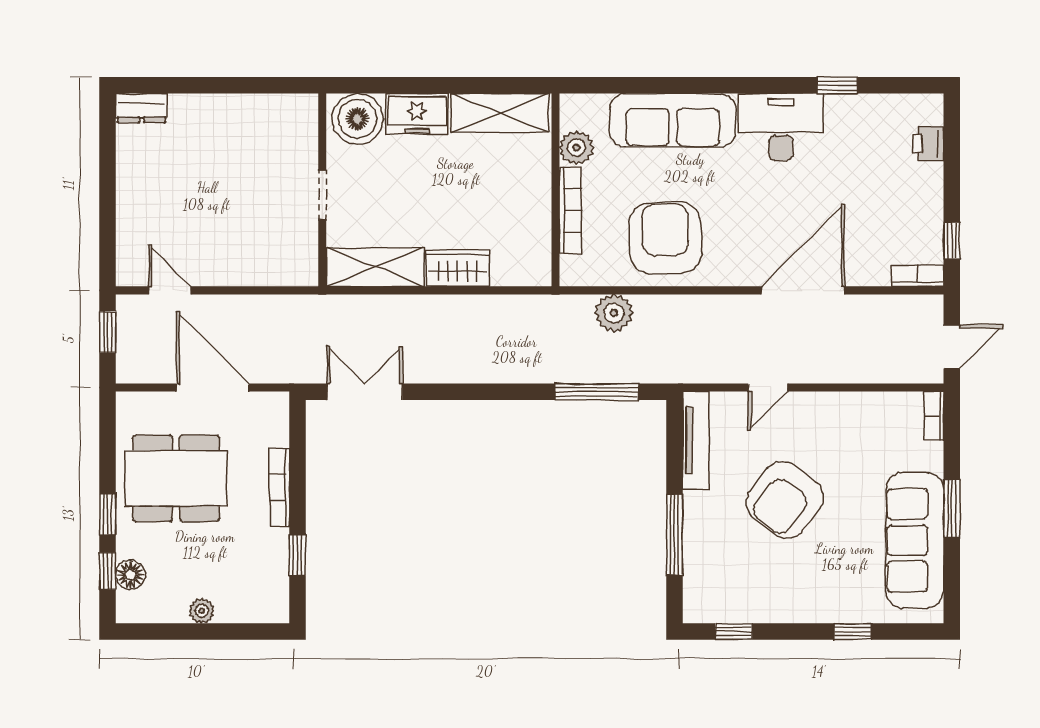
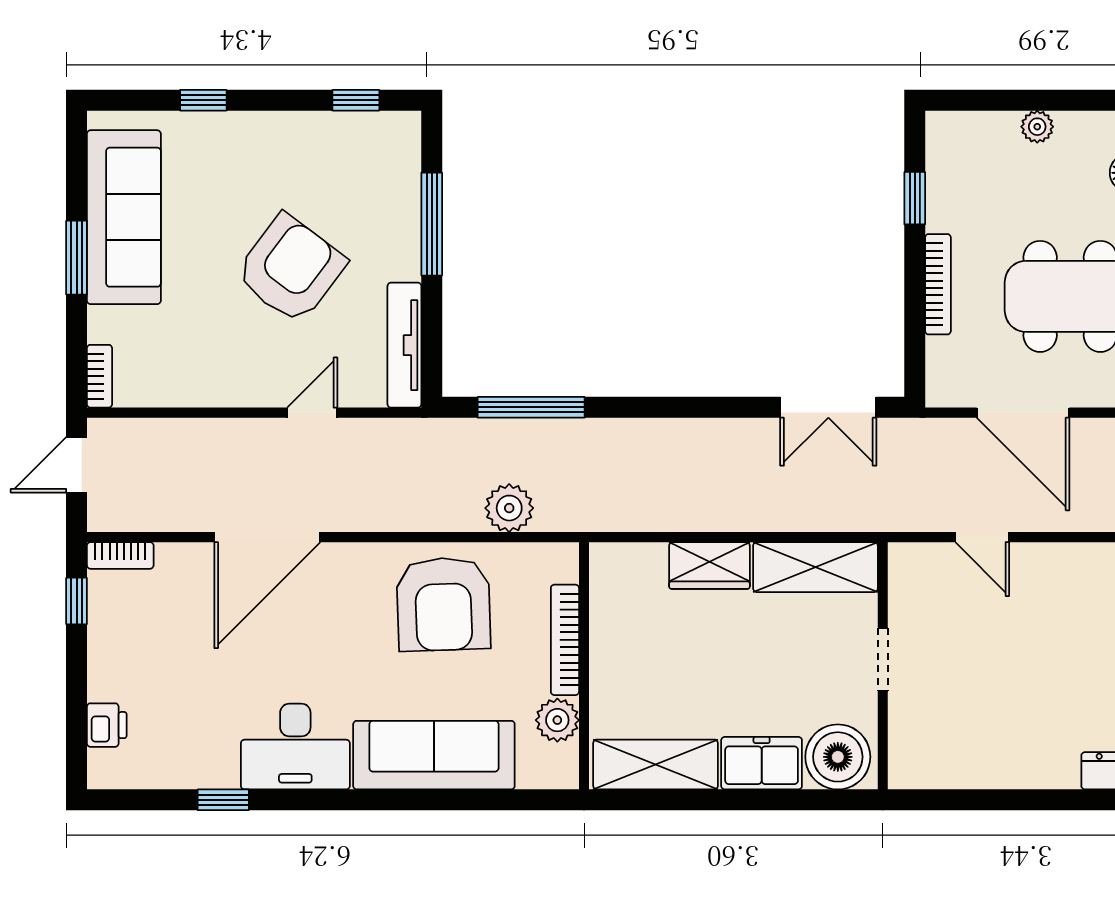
door: (170, 290) -> (982, 537), moved

